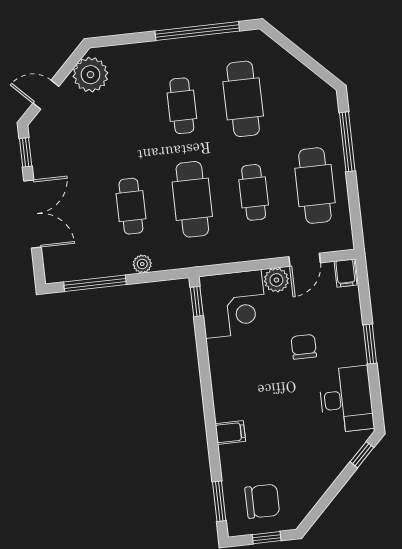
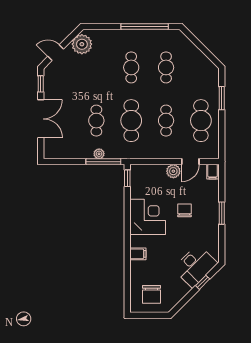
cafe table: (243, 99) -> (166, 67), width x0.73, depth x0.74
window: (347, 142) -> (222, 98), width x0.69
window: (95, 283) -> (103, 162), moved
corner desk: (233, 304) -> (148, 217), moved, turned -90
desk: (346, 399) -> (195, 266), moved, turned 45
window: (362, 455) -> (203, 282), moved
window: (219, 501) -> (127, 292), removed
chair: (262, 501) -> (151, 294), turned 90
window: (267, 538) -> (152, 315), removed

